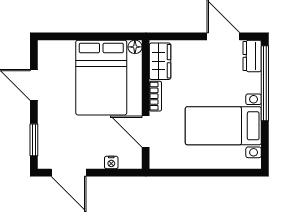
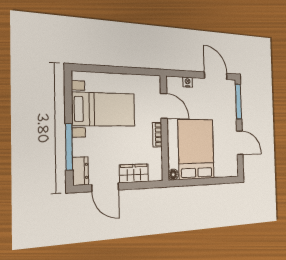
wardrobe: (160, 61) -> (134, 173), moved, turned 90
window: (265, 83) -> (69, 147), width x0.68
window: (34, 140) -> (238, 101), width x1.44

